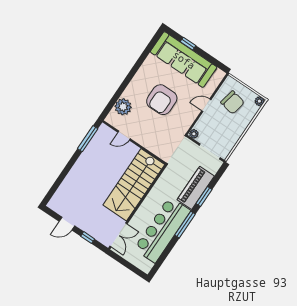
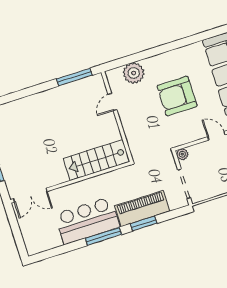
door: (124, 135) -> (112, 102), hinge flipped
stairs: (134, 185) -> (97, 160), width x0.73, depth x0.66
bar counter: (162, 230) -> (87, 221), width x0.73

